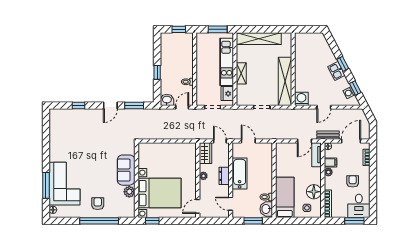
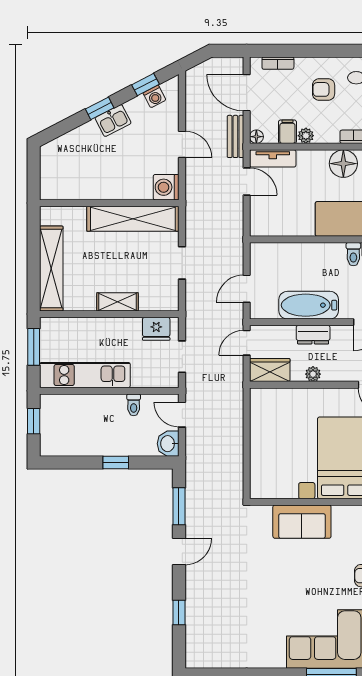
kitchen unit: (227, 62) -> (85, 375), moved, turned 180
door: (110, 106) -> (179, 551), hinge flipped
plant: (129, 192) -> (343, 515), removed

